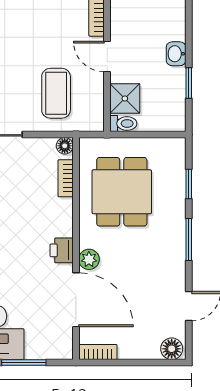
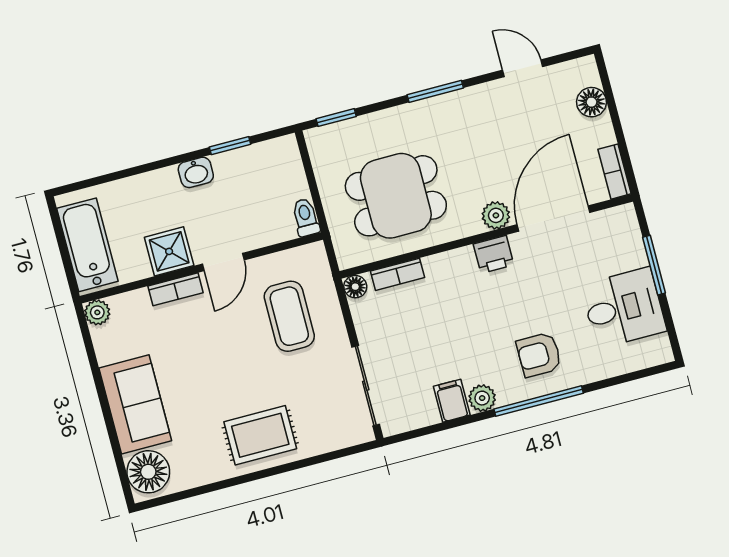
coffee table: (56, 93) -> (289, 316), turned 90
shower: (125, 98) -> (169, 251), moved
window: (189, 184) -> (336, 118), moved
floor lamp: (172, 349) -> (592, 102), moved

